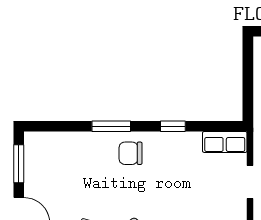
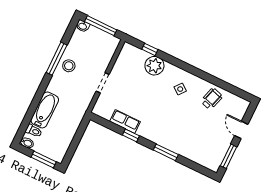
row of seats: (225, 142) -> (125, 122), moved
chair: (131, 153) -> (162, 132), removed

